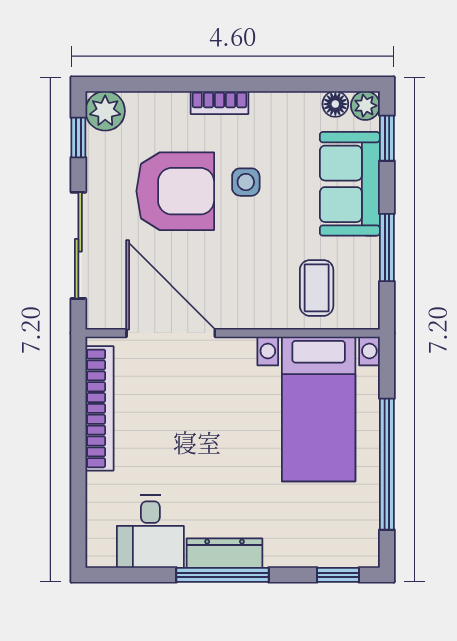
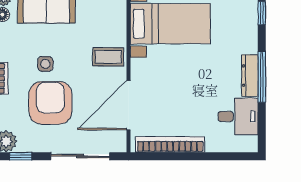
coffee table: (317, 288) -> (108, 57), moved

